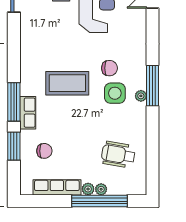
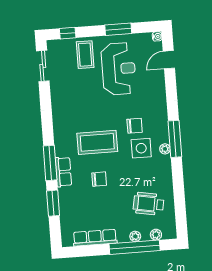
chair: (44, 151) -> (99, 179), moved
plant: (88, 189) -> (156, 235), moved

